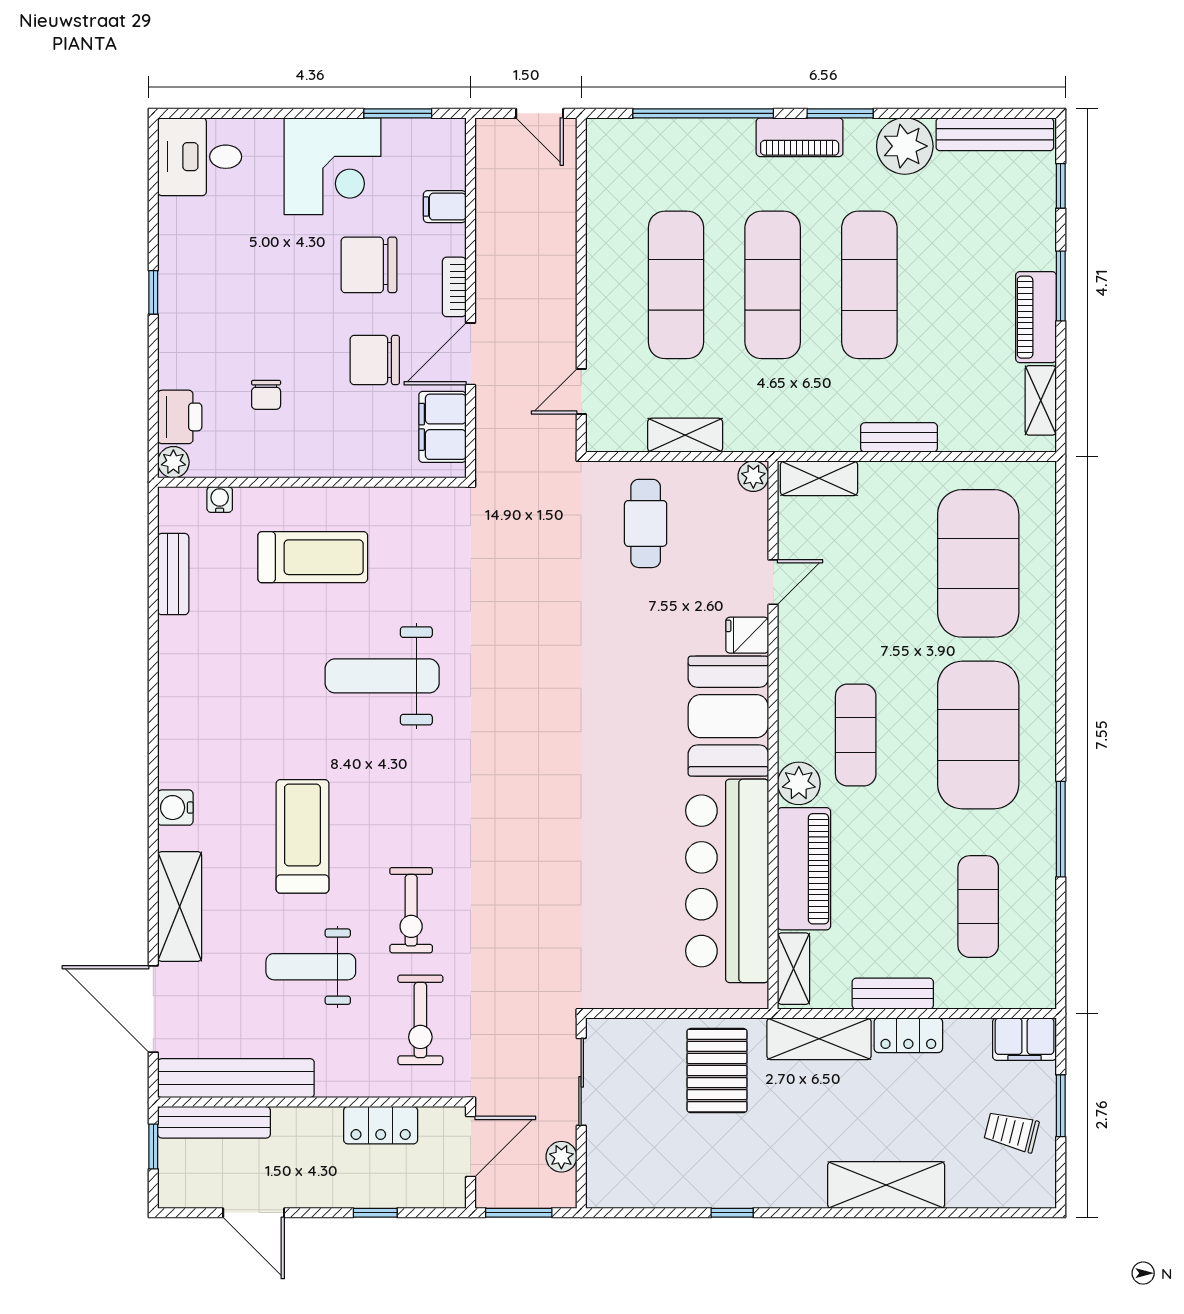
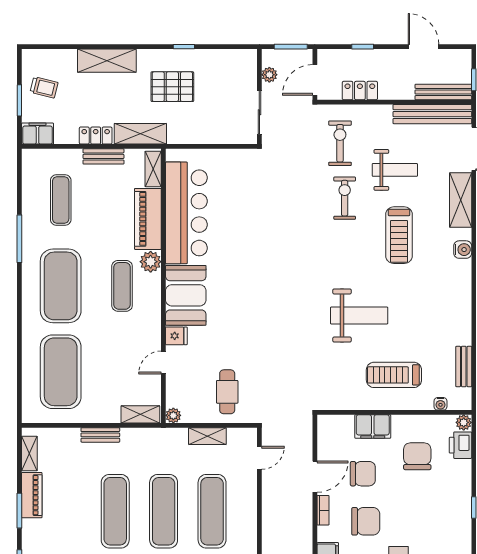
chair: (266, 395) -> (417, 456), width x1.87, depth x1.87
filing cabinet: (442, 427) -> (373, 427), moved, turned 90
pallet: (717, 1071) -> (172, 87), moved, turned 90

